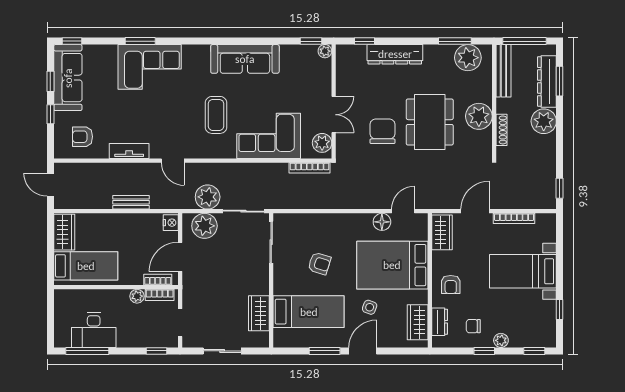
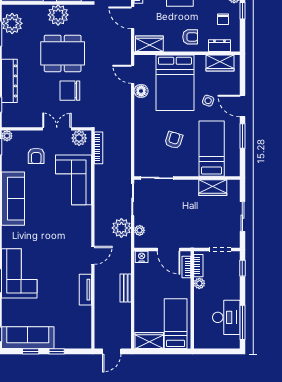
coffee table: (216, 115) -> (57, 221), removed
armchair: (83, 137) -> (36, 156), moved
plant: (204, 226) -> (140, 230), width x0.53, depth x0.53

